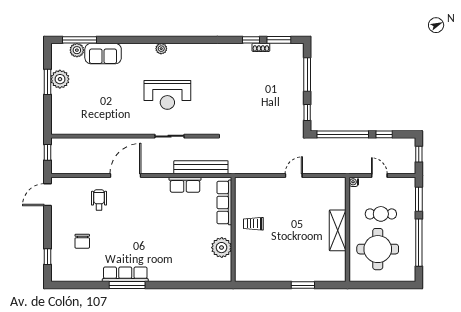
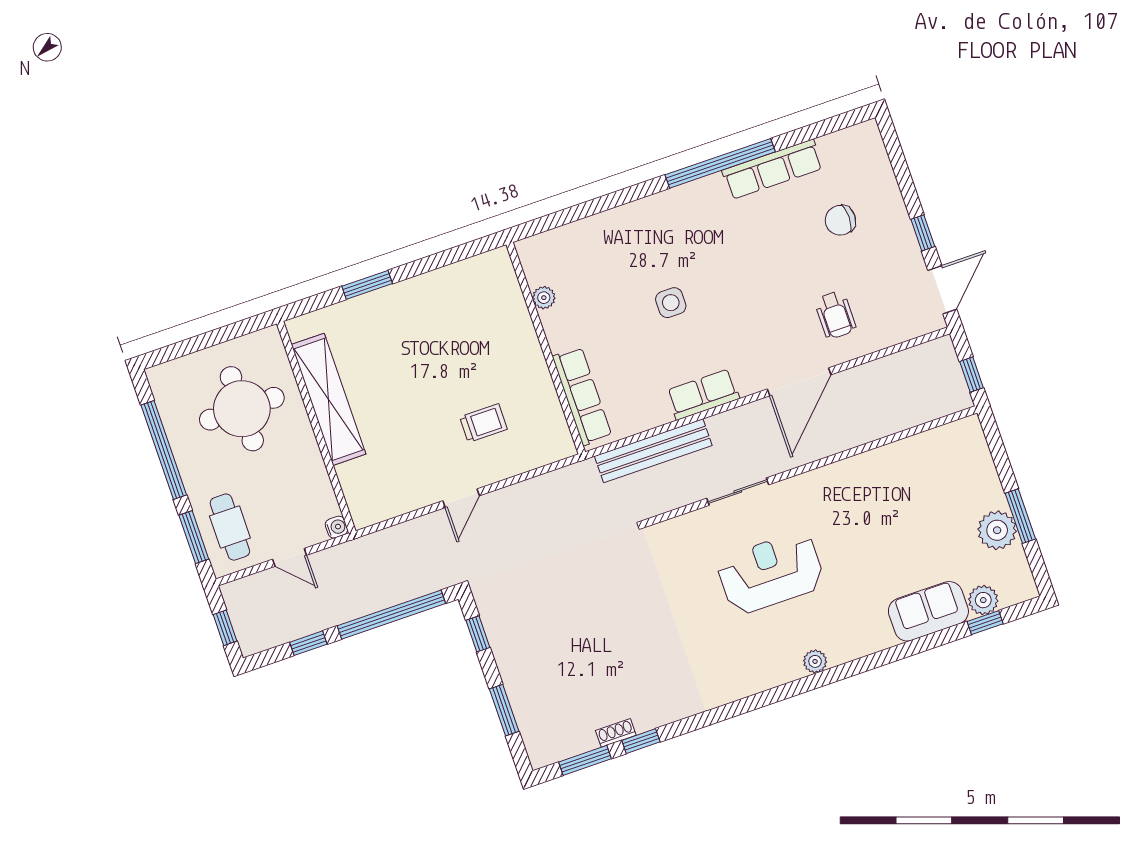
window: (79, 40) -> (985, 623), width x0.46
window: (307, 75) -> (504, 710), width x0.69
row of seats: (185, 185) -> (703, 394), moved
cafe table: (381, 214) -> (230, 527), moved, turned 90
trolley: (253, 224) -> (483, 423), moved
shelving: (338, 230) -> (329, 399), width x1.47
side table: (170, 231) -> (671, 303), added
chair: (82, 241) -> (840, 220), turned -90
plant: (222, 248) -> (544, 298), width x0.53, depth x0.53
window: (47, 257) -> (923, 233), moved
row of seats: (125, 274) -> (772, 169), moved
window: (127, 285) -> (720, 163), width x1.46

